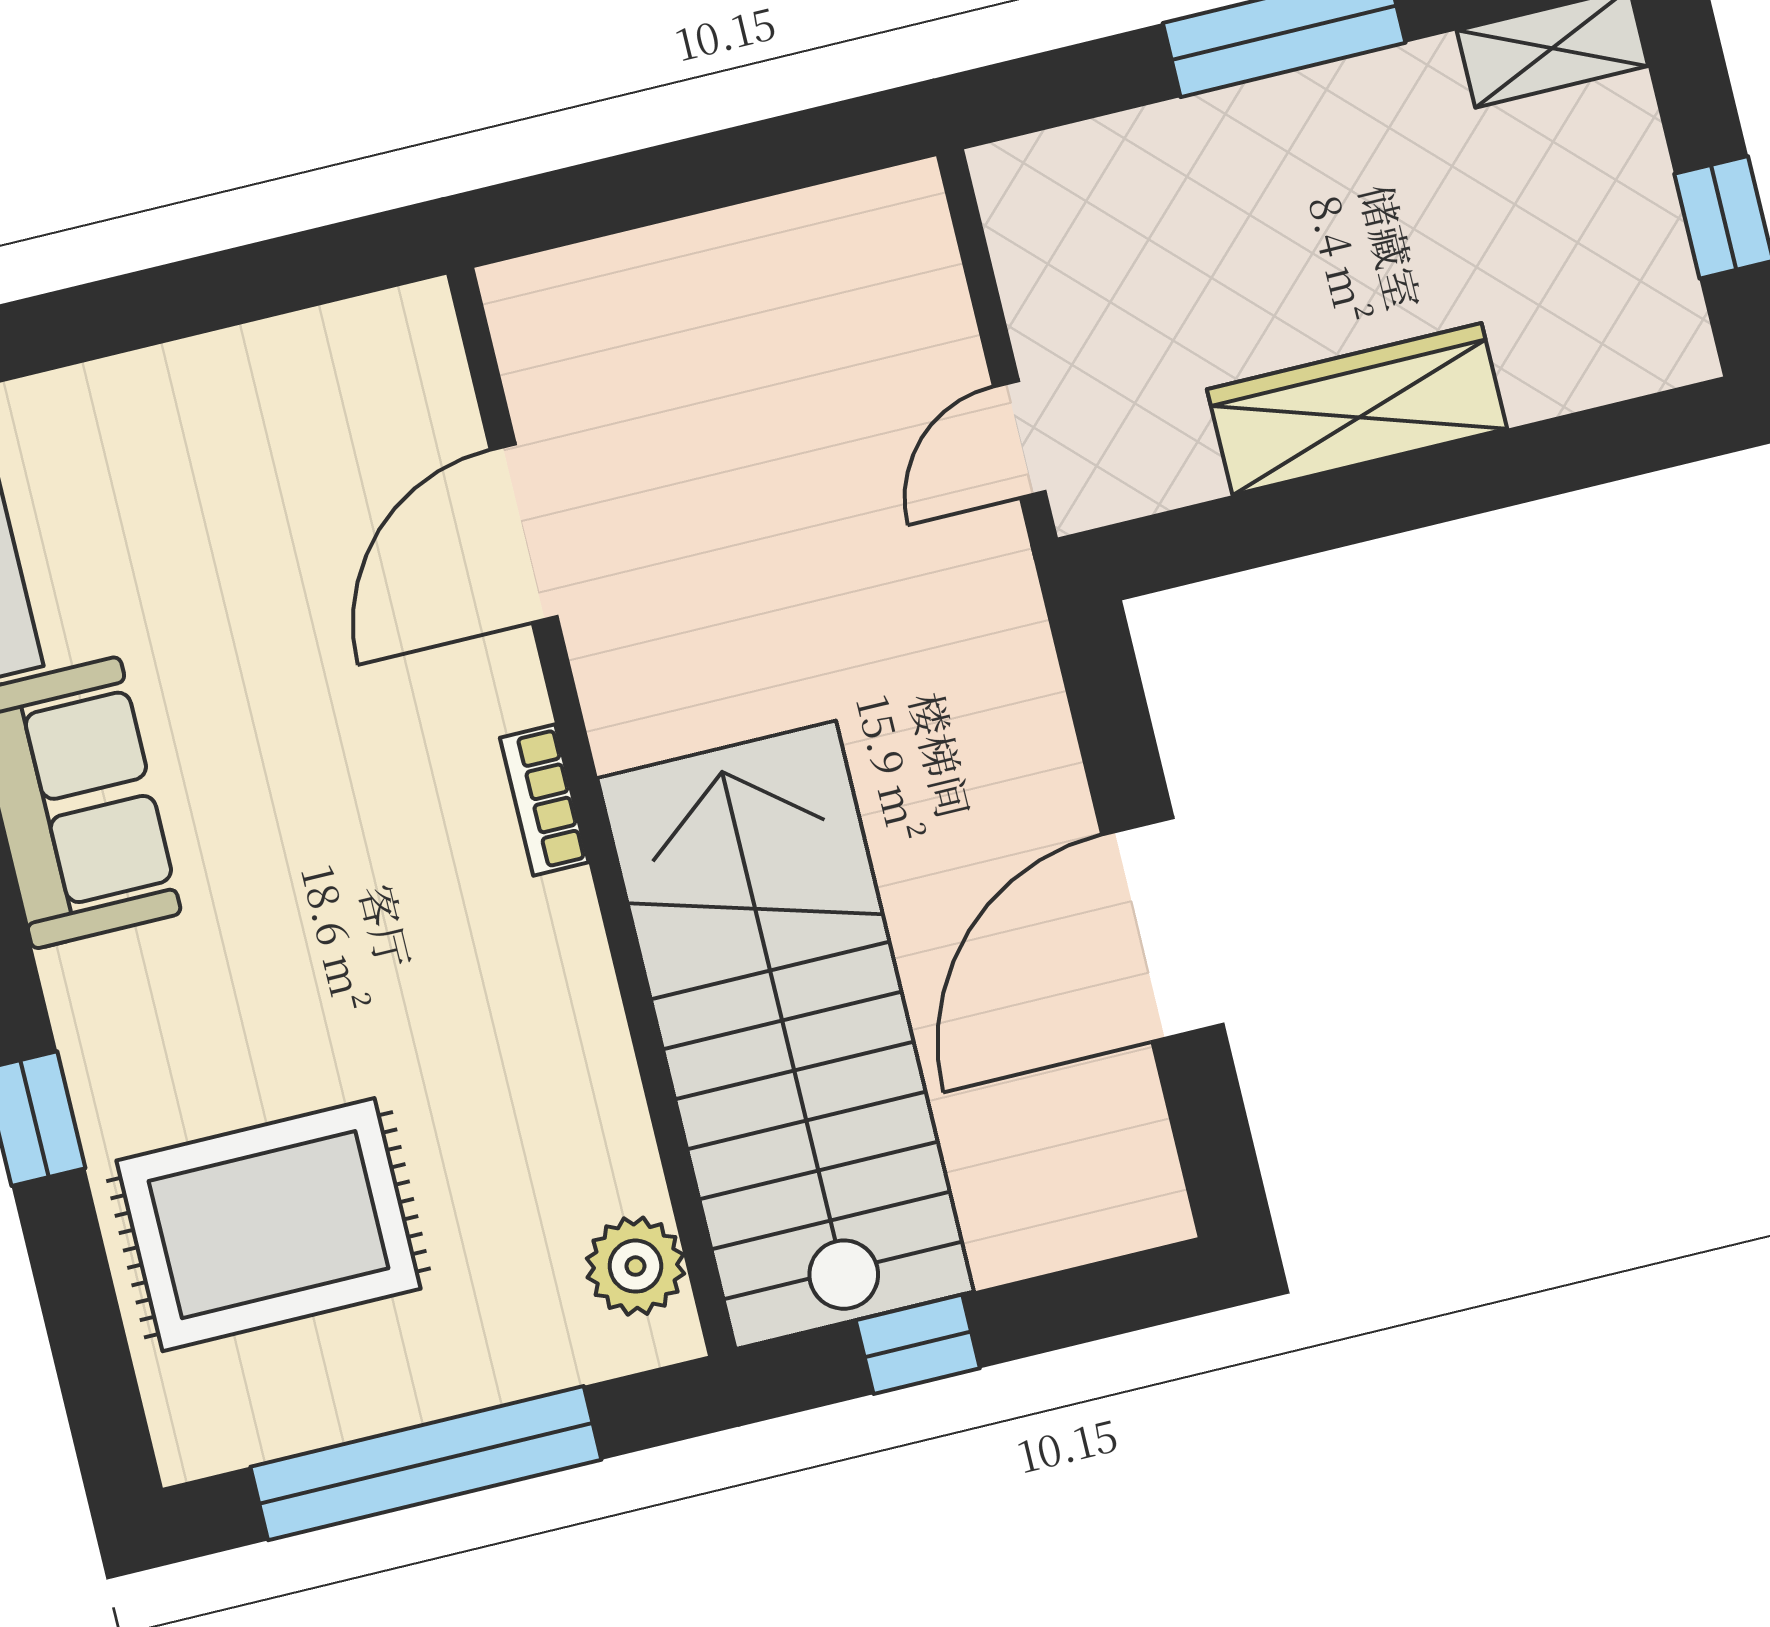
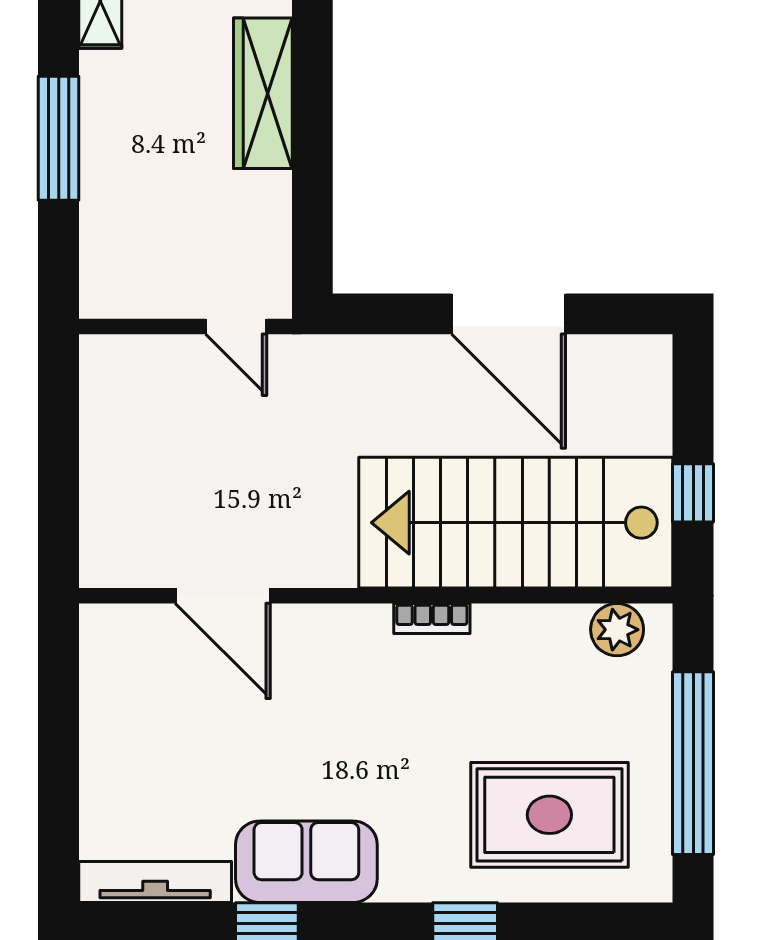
wardrobe: (1357, 409) -> (263, 93), moved
bookcase: (544, 800) -> (432, 618), moved
rug: (269, 1225) -> (549, 815), turned 90

